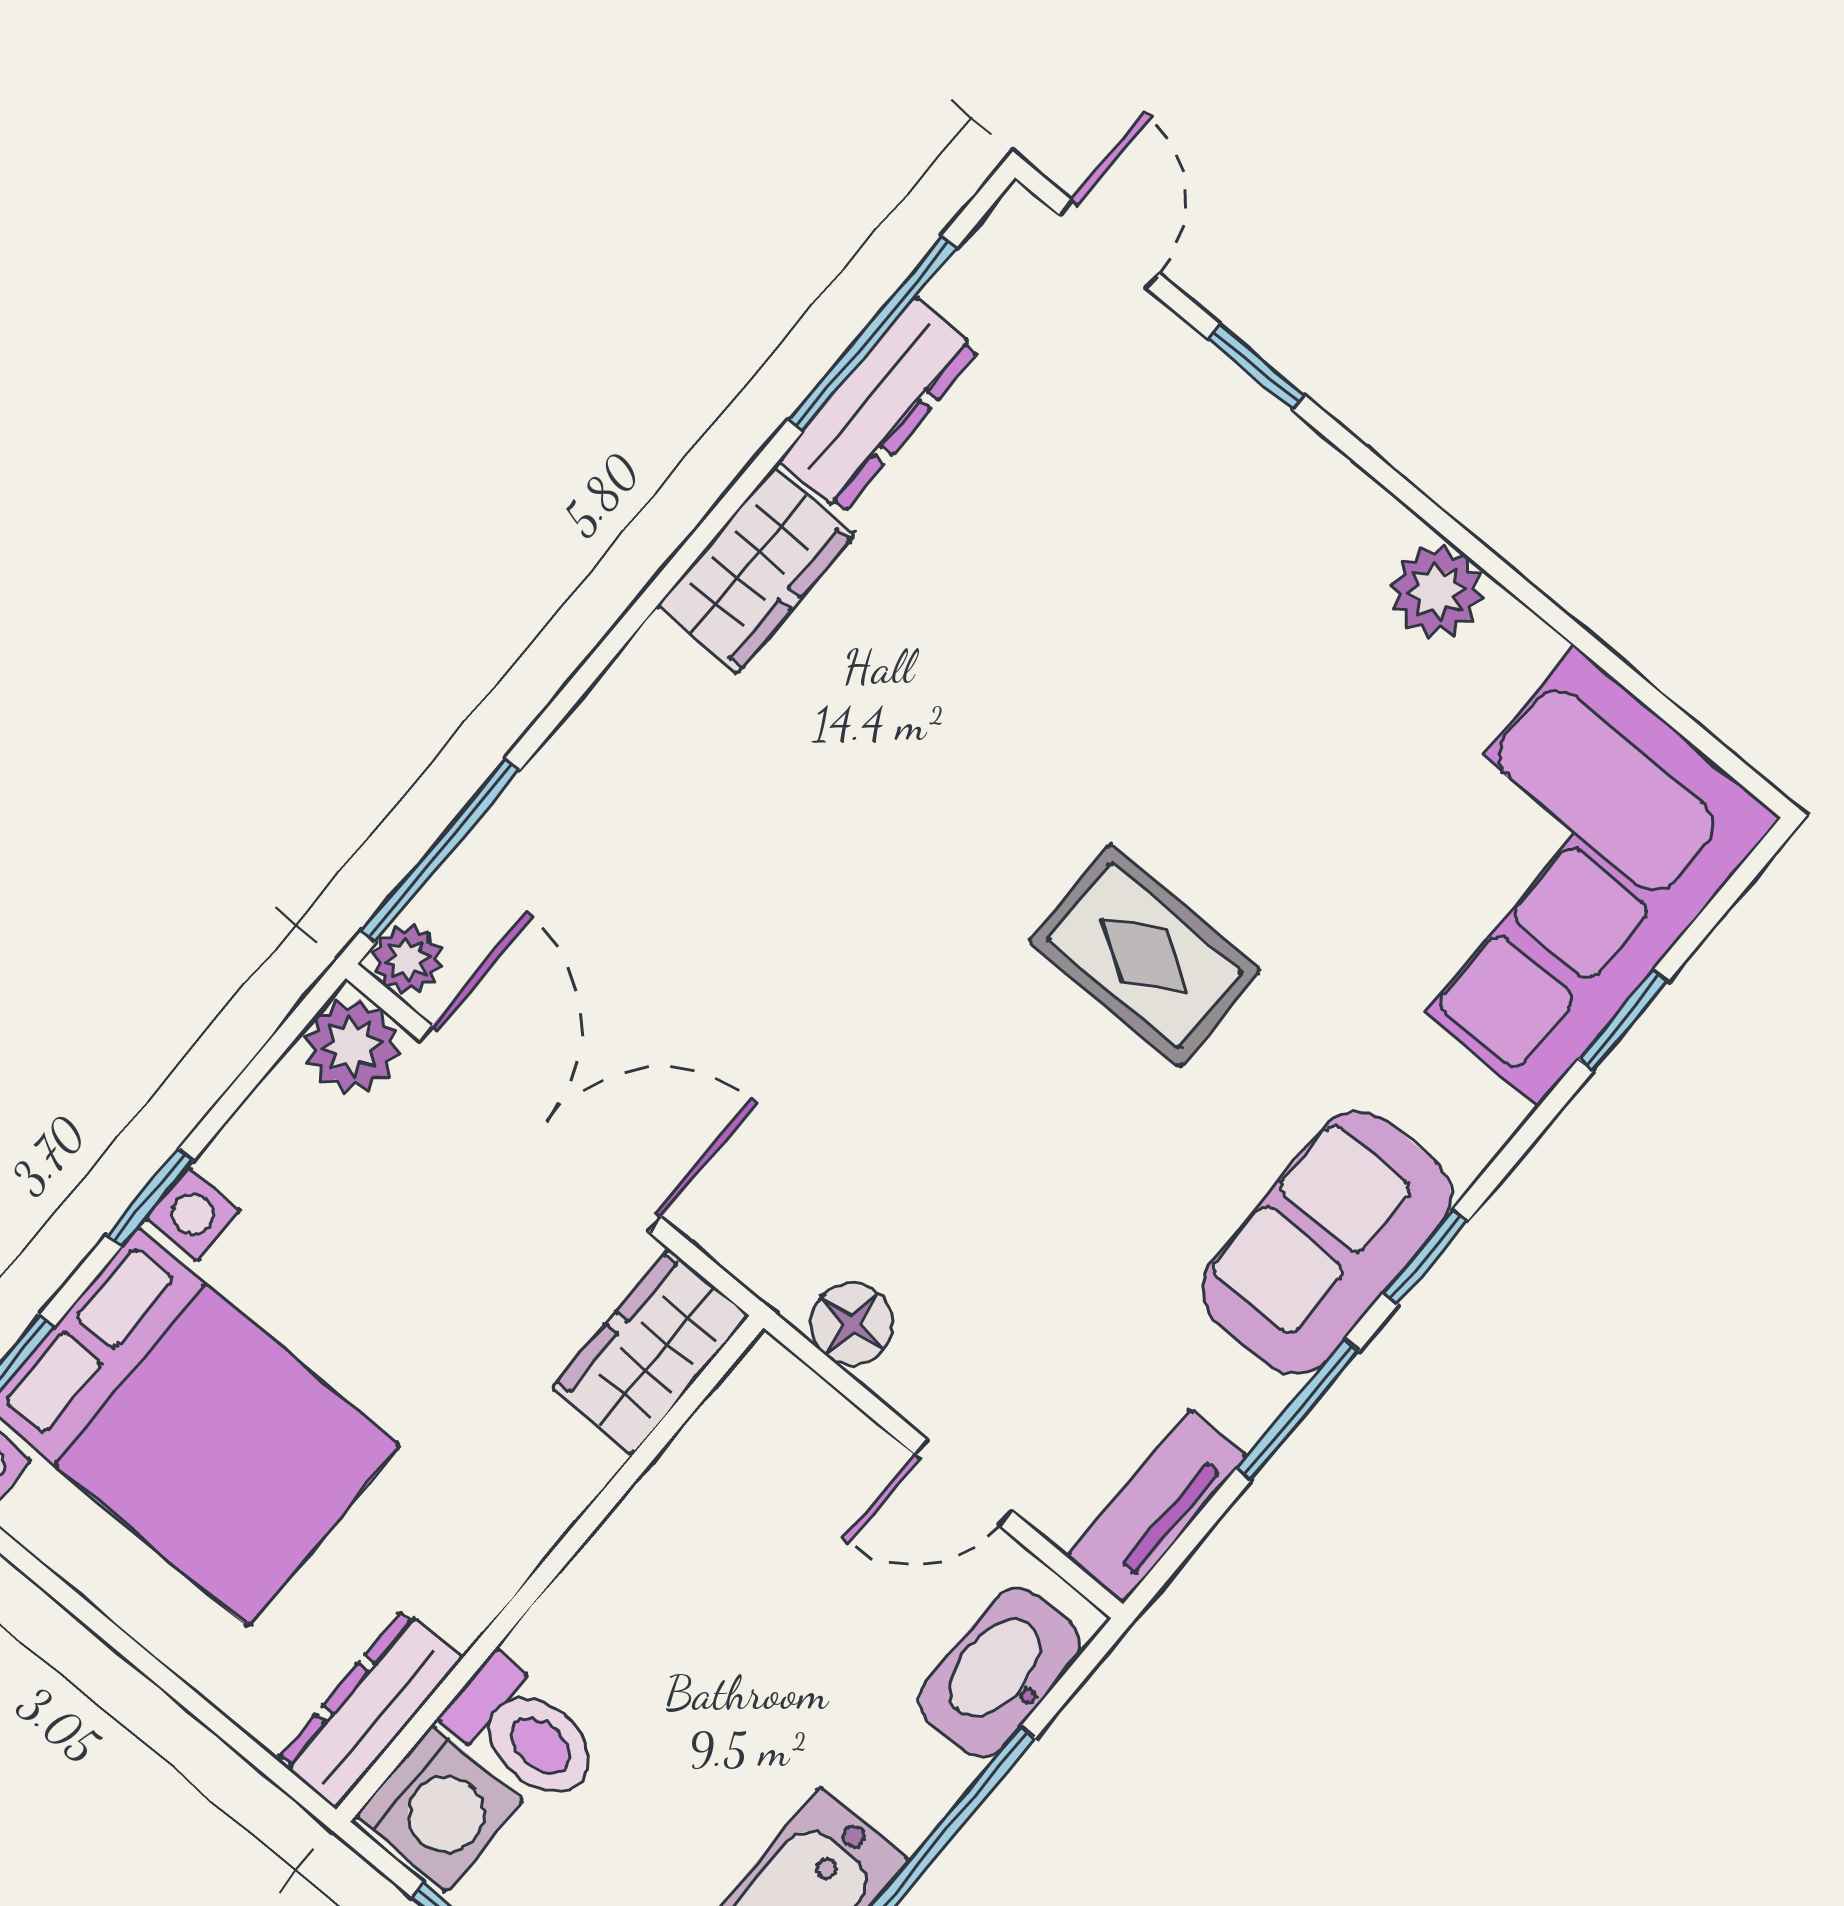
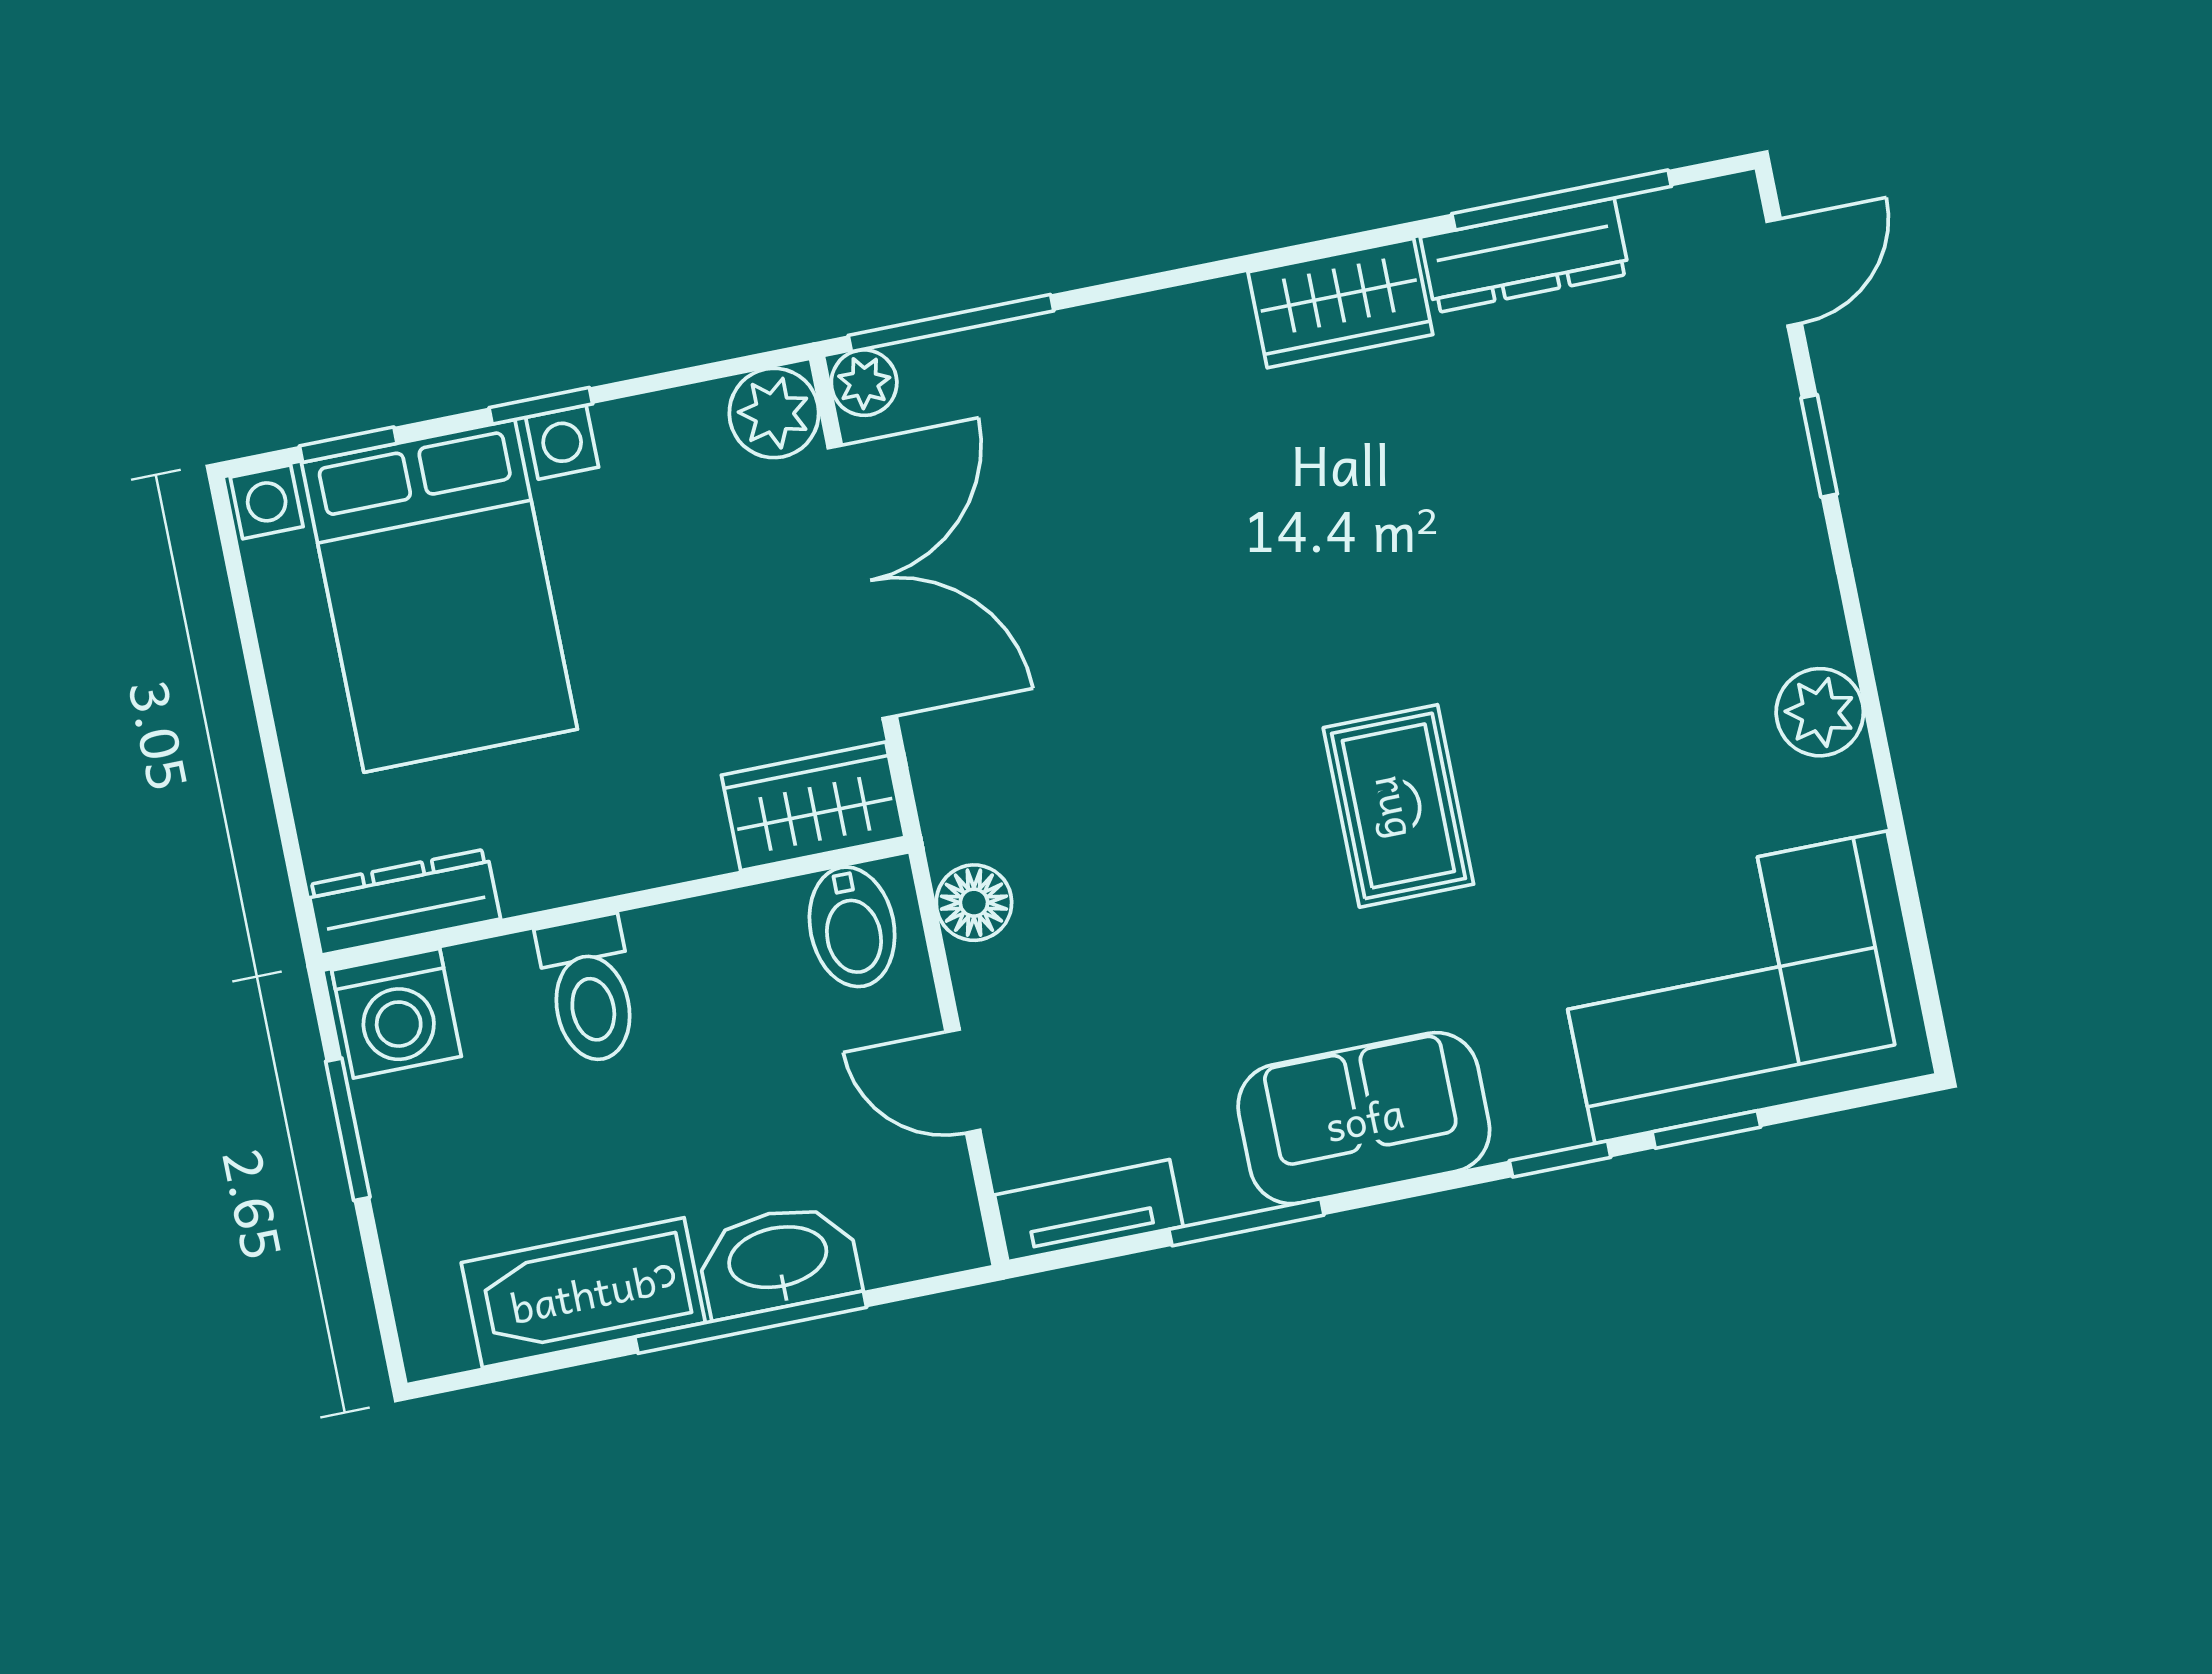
window: (1425, 1257) -> (1560, 1159), moved
bidet: (765, 1427) -> (852, 927), added
washbasin: (1000, 1672) -> (778, 1260), moved
toilet: (524, 1732) -> (589, 990), moved

